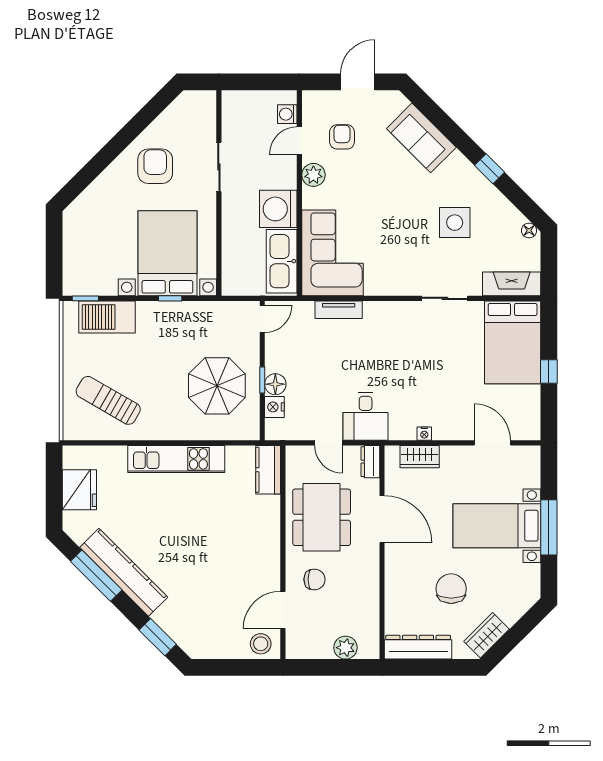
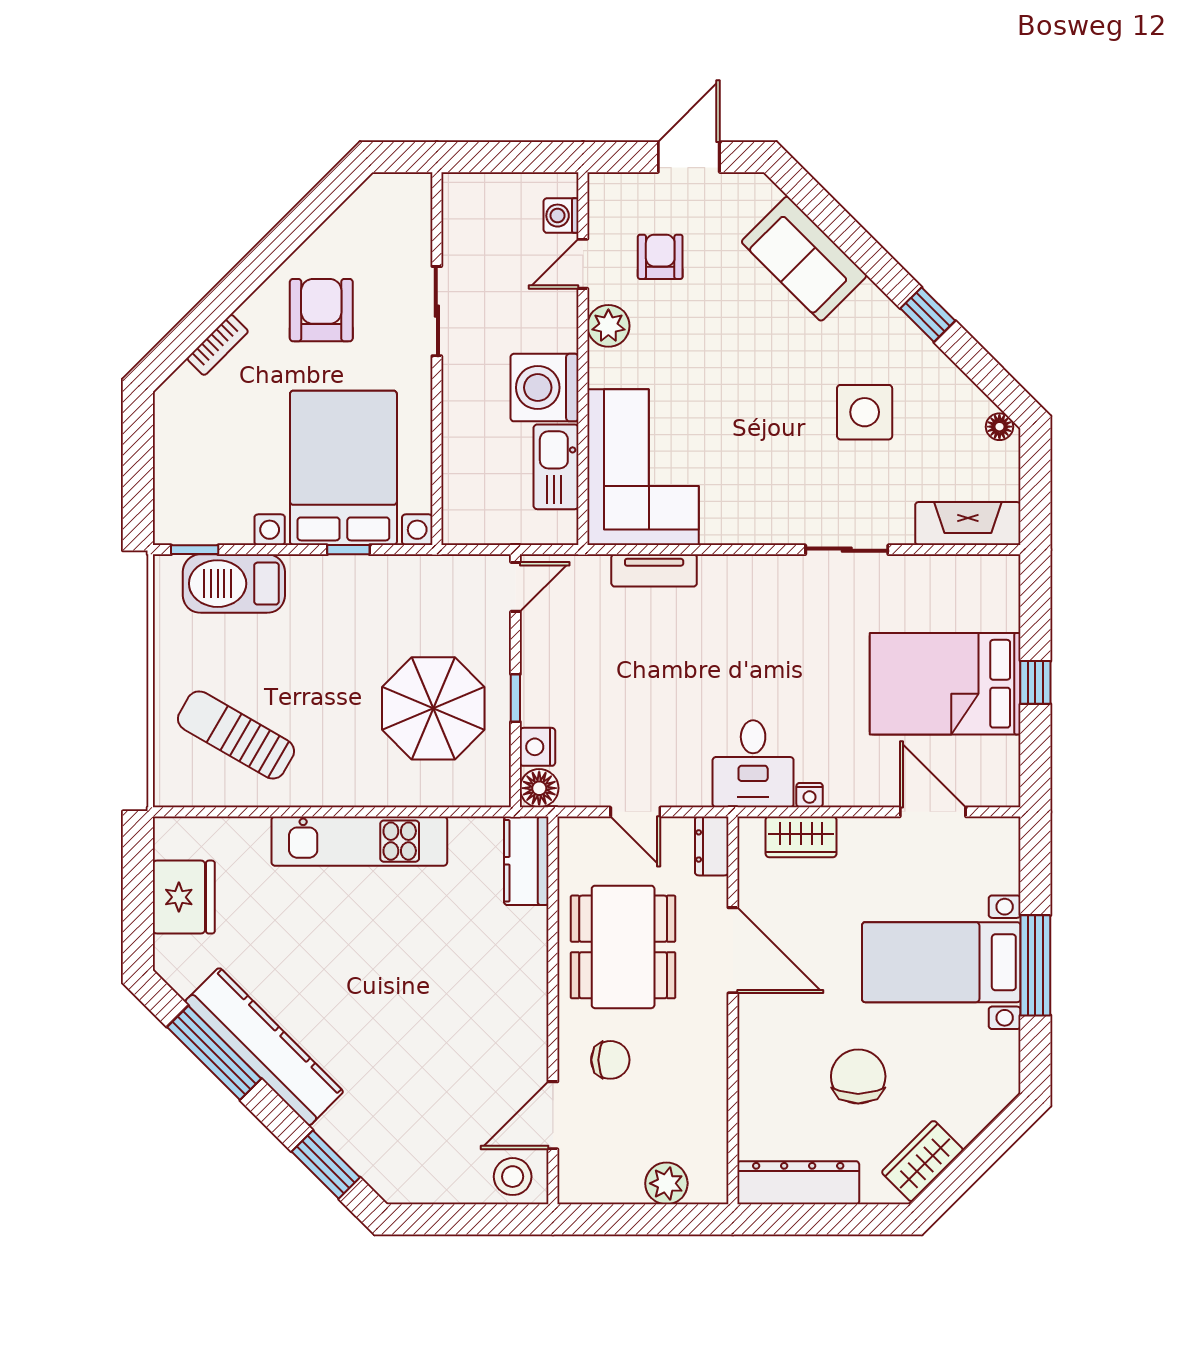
bookcase: (98, 185) -> (218, 345), added
kitchen sink: (282, 261) -> (556, 467), width x0.73, depth x0.81
bed: (513, 342) -> (945, 684), moved, turned 90
floor lamp: (275, 384) -> (539, 788), moved
desk: (366, 416) -> (753, 764), moved

